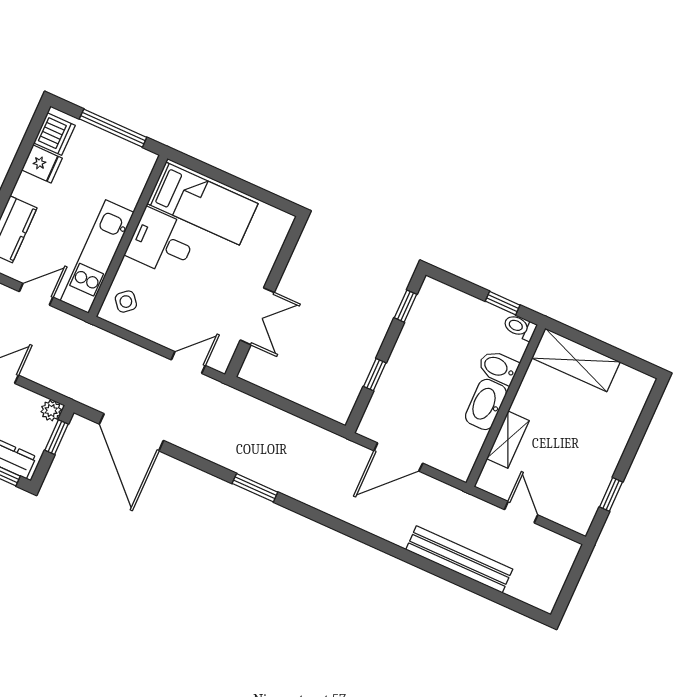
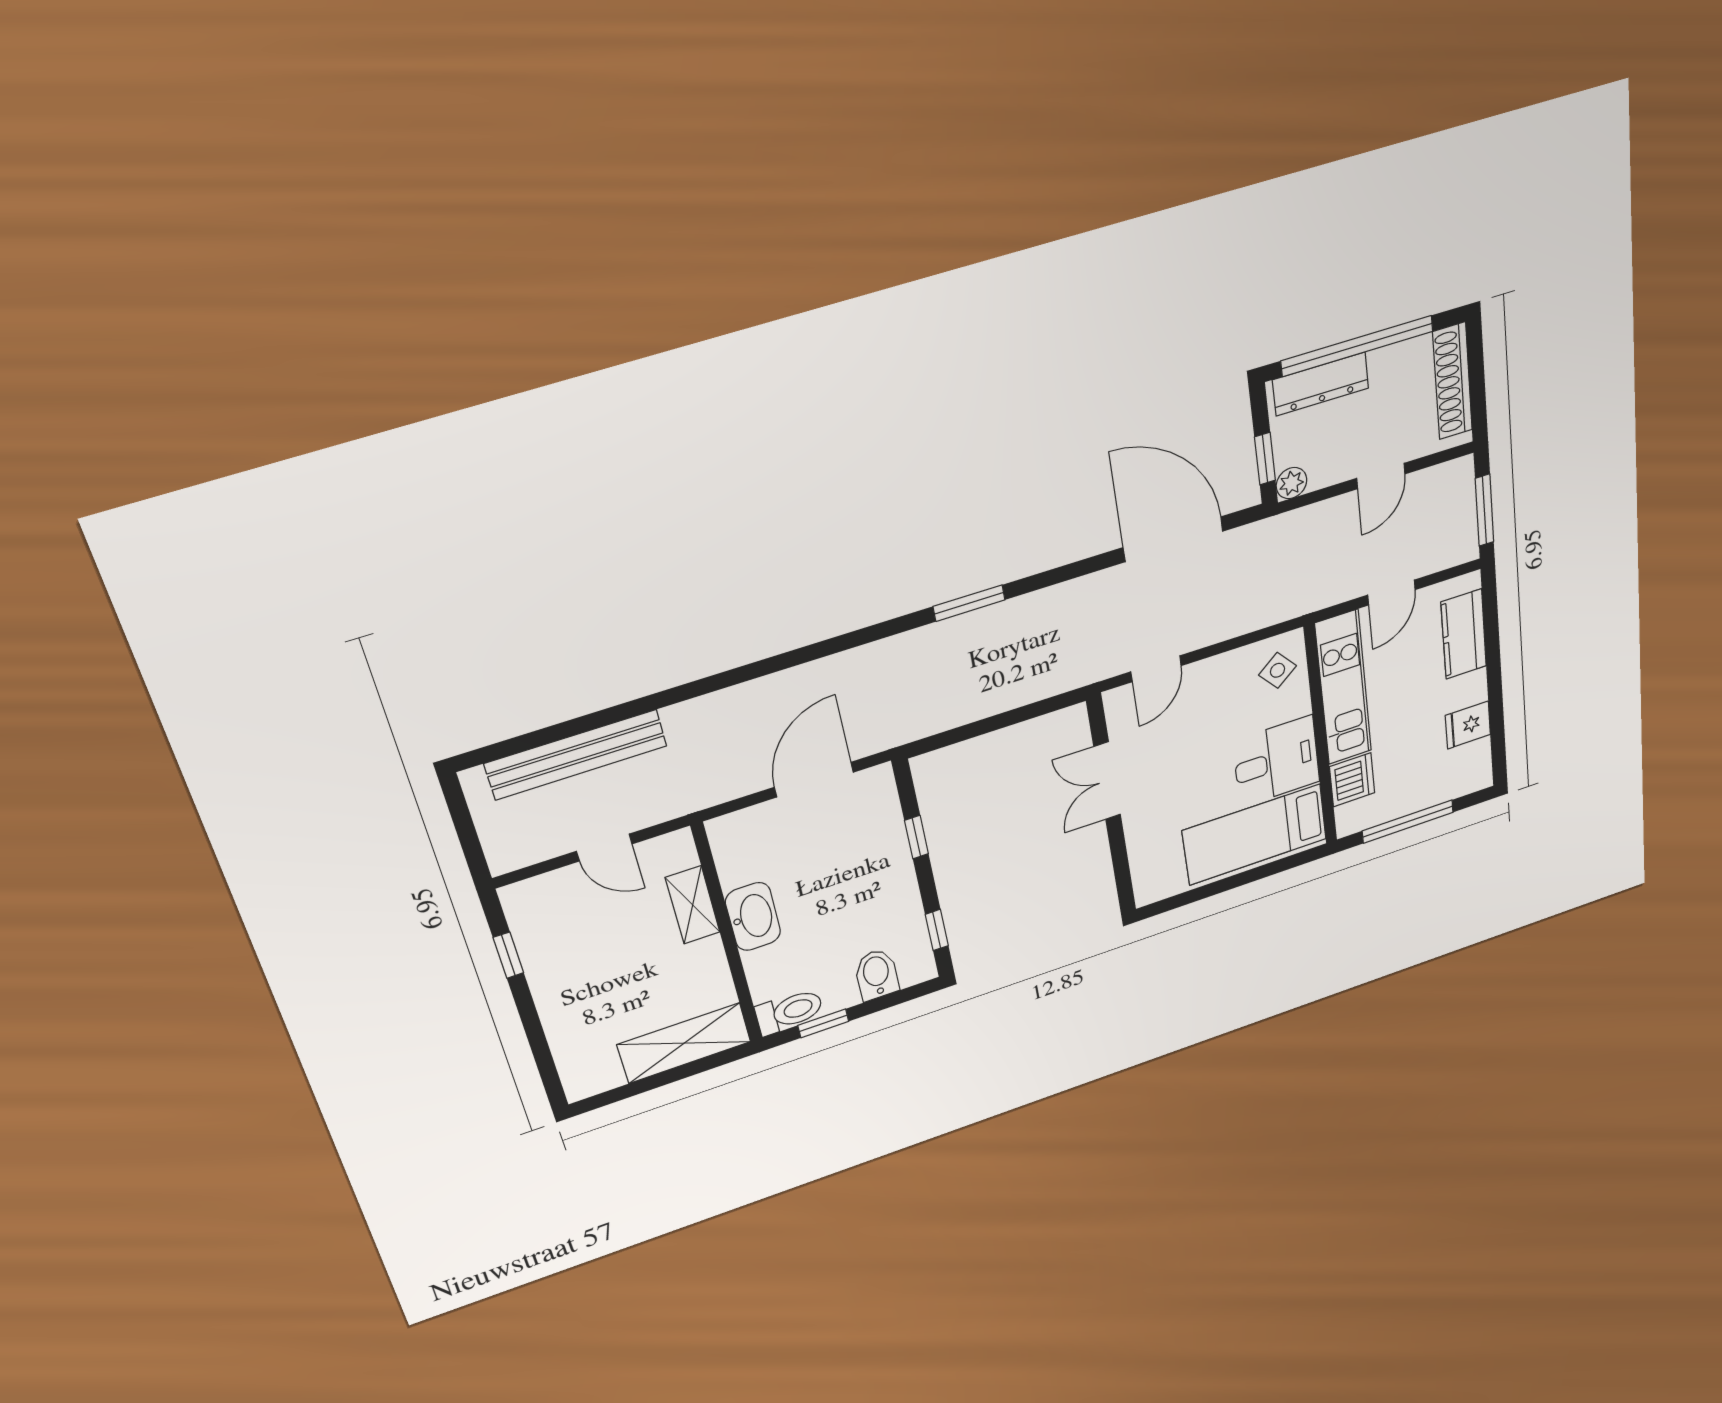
dishwasher: (54, 134) -> (1352, 780), moved, turned 180
toilet: (520, 327) -> (789, 1012), width x1.37, depth x1.39
bidet: (498, 367) -> (877, 974), moved, turned -90
bench: (459, 559) -> (576, 755), moved

